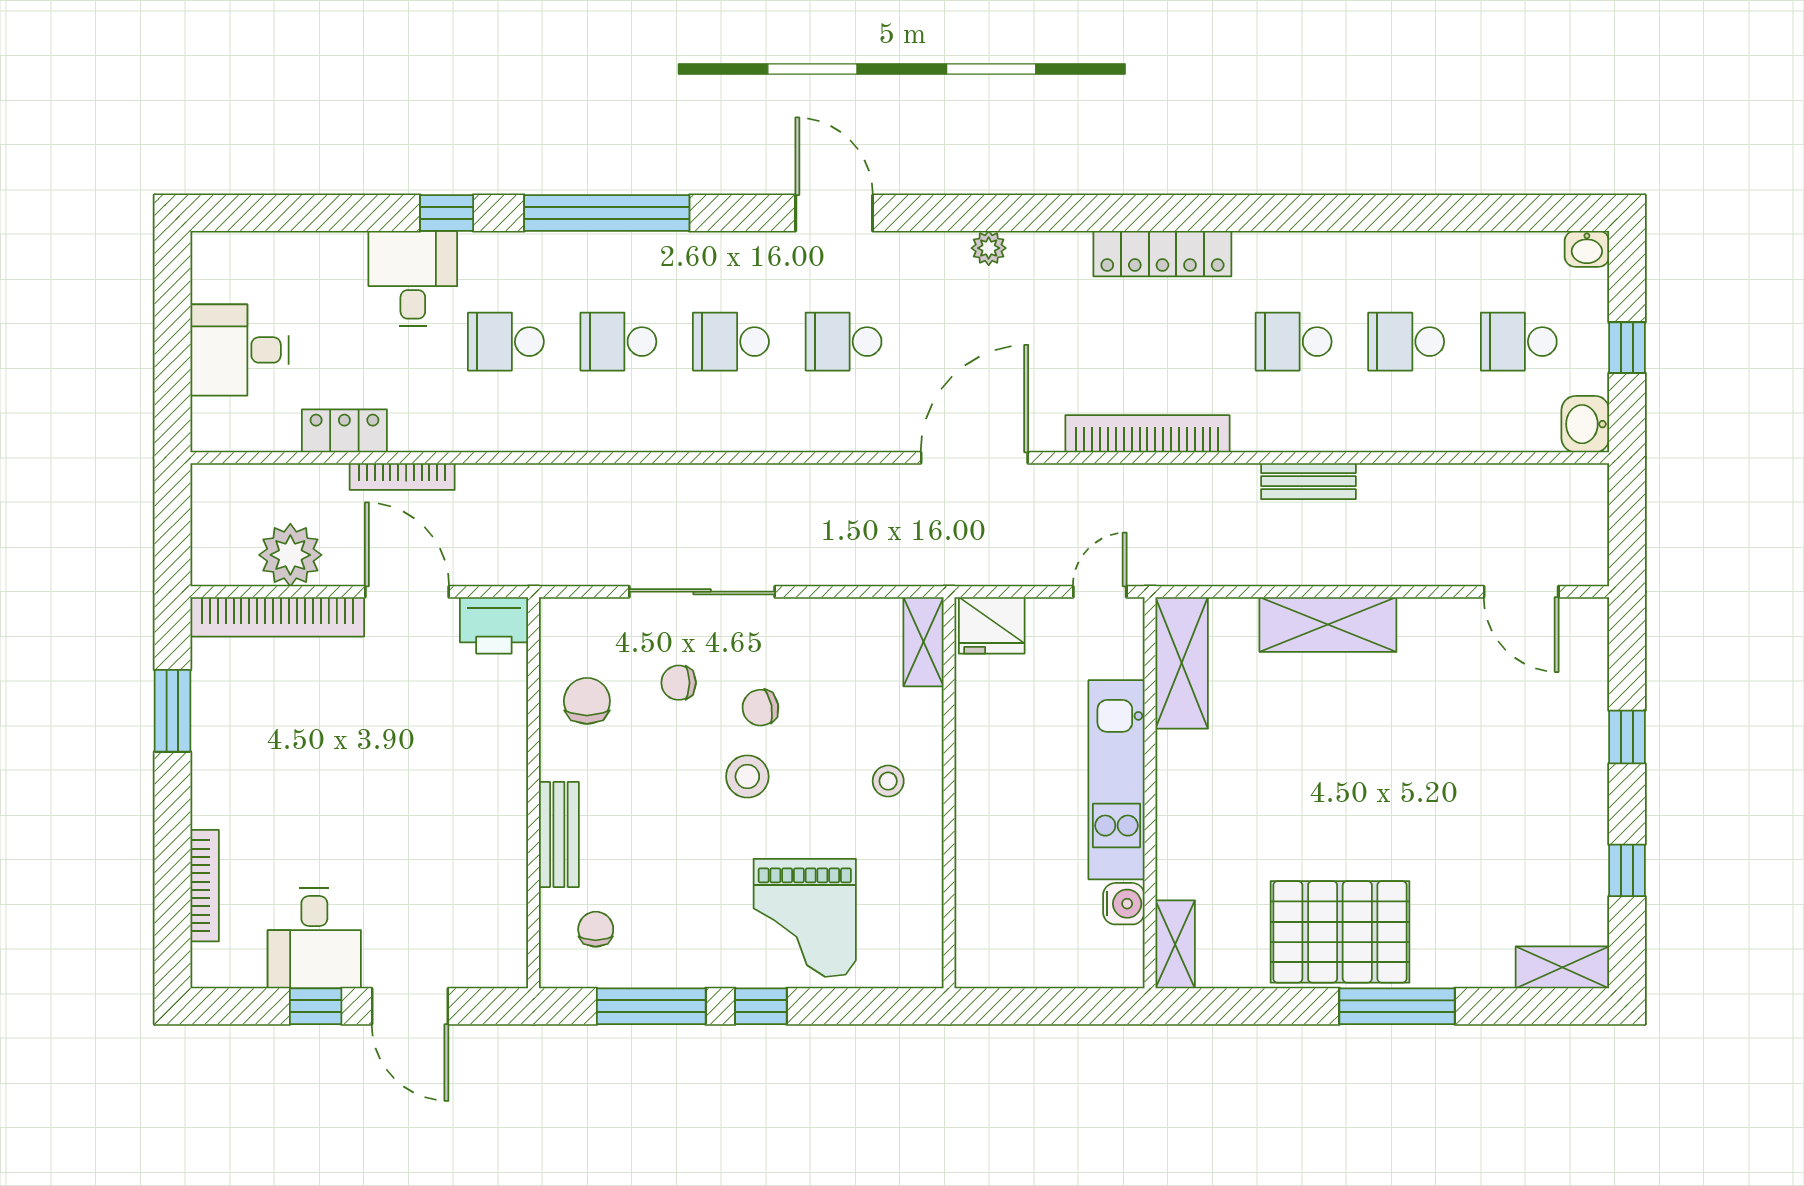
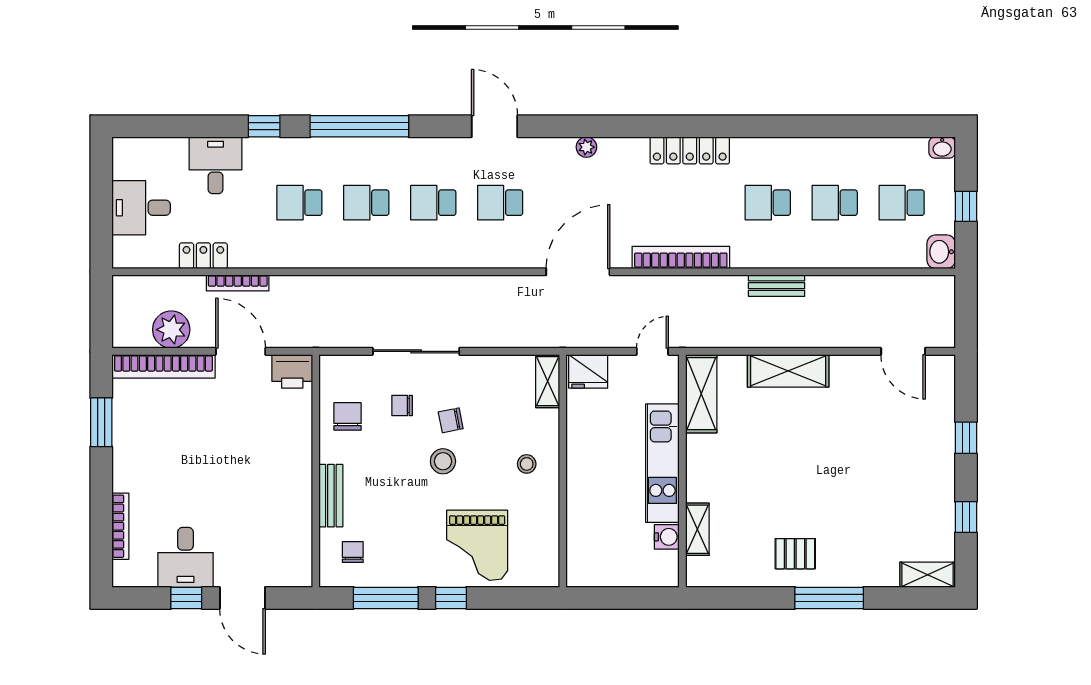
desk: (413, 279) -> (216, 165), moved
pallet: (1340, 932) -> (795, 554), width x0.49, depth x0.50
shelving: (1175, 944) -> (697, 529), moved

